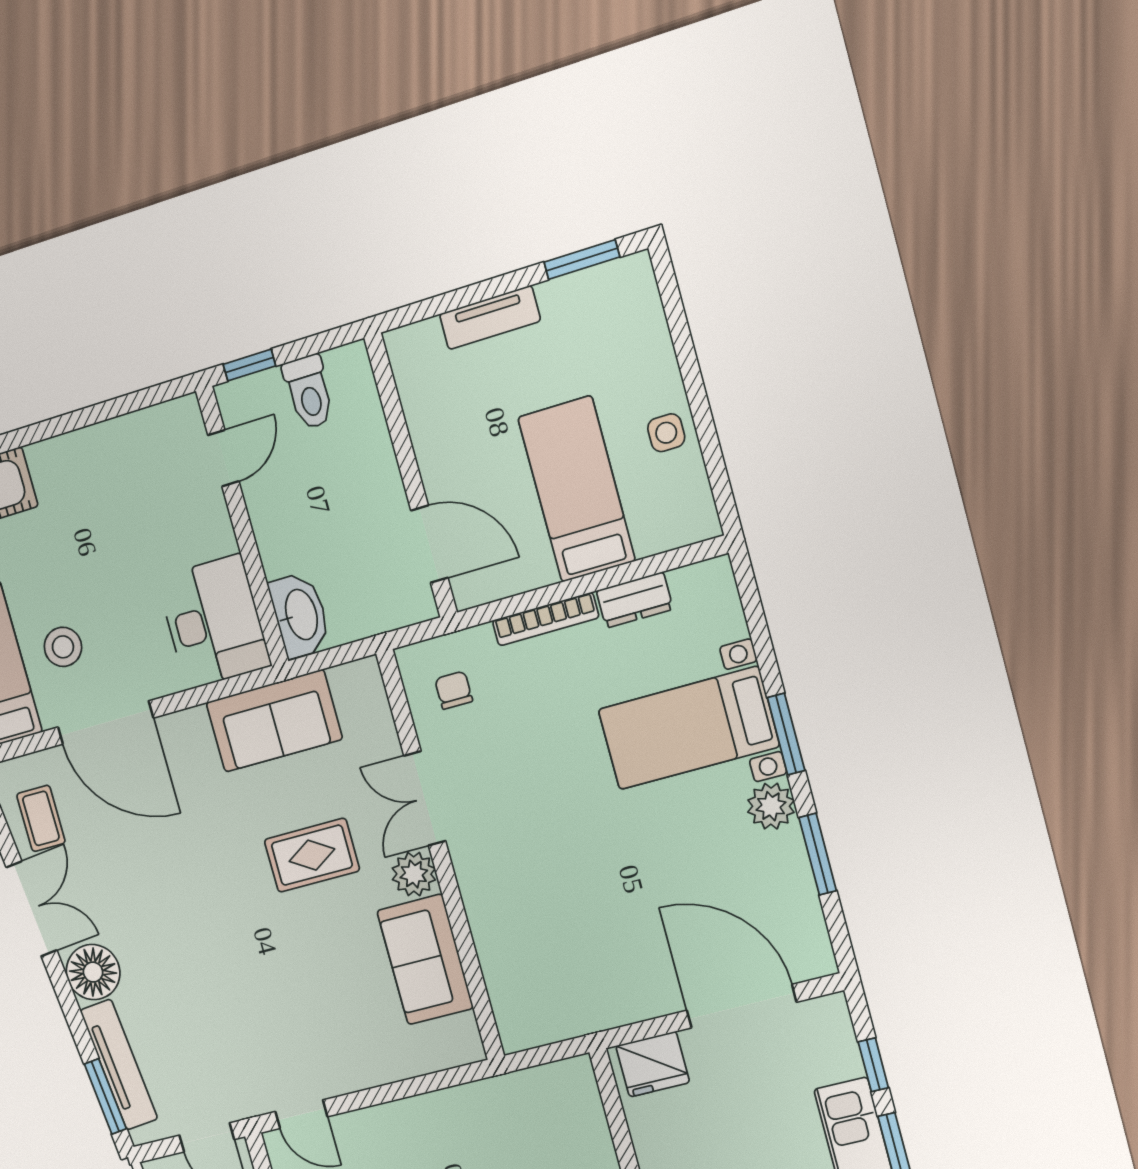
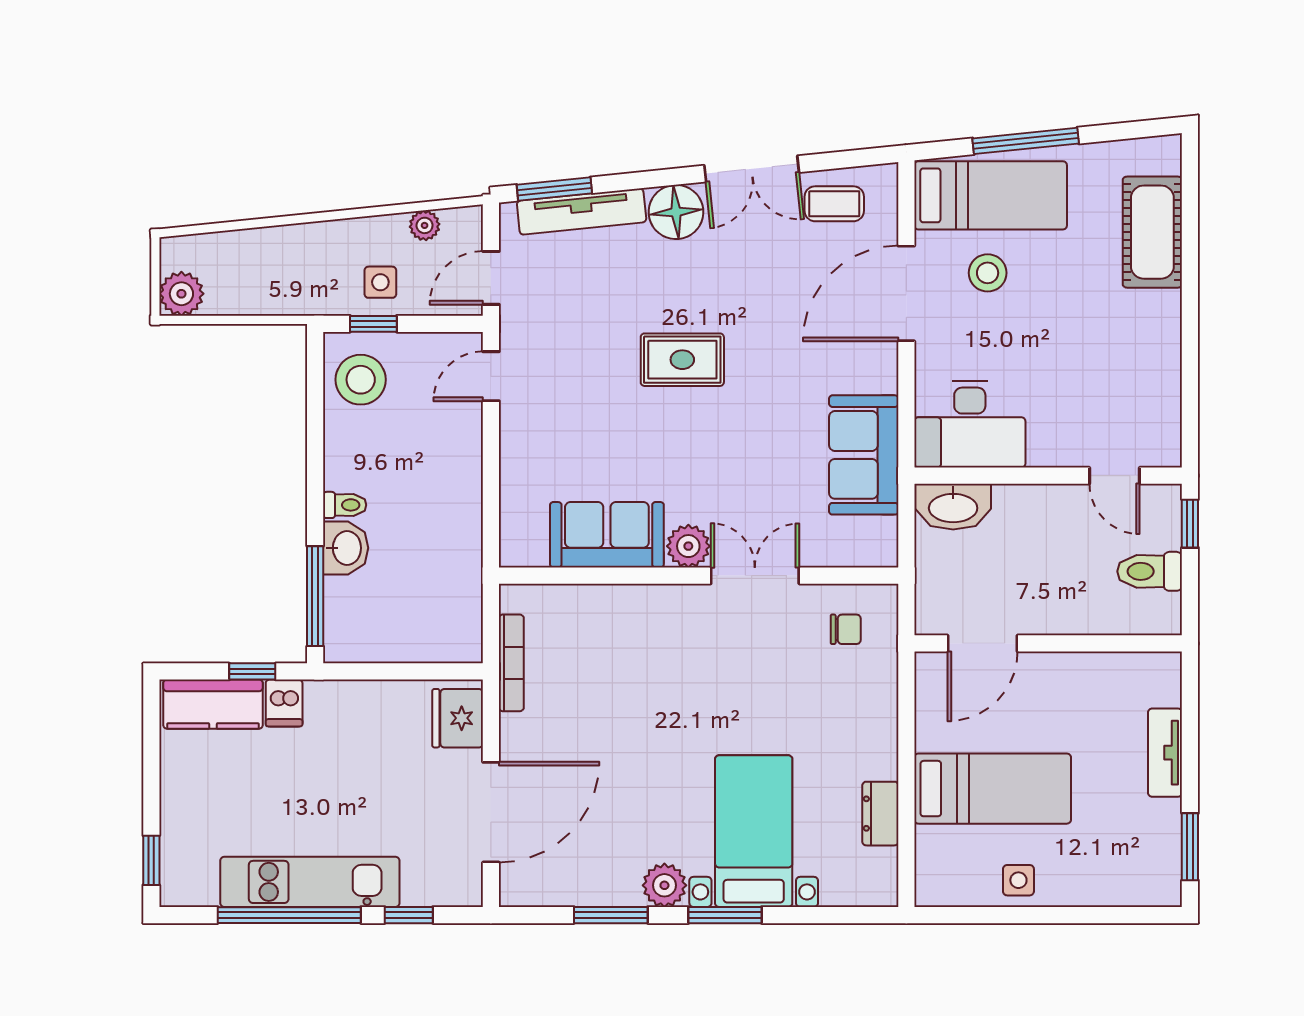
bookcase: (546, 619) -> (511, 663), moved, turned 180
rug: (312, 855) -> (682, 360), moved, turned 90

